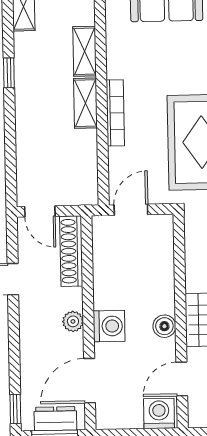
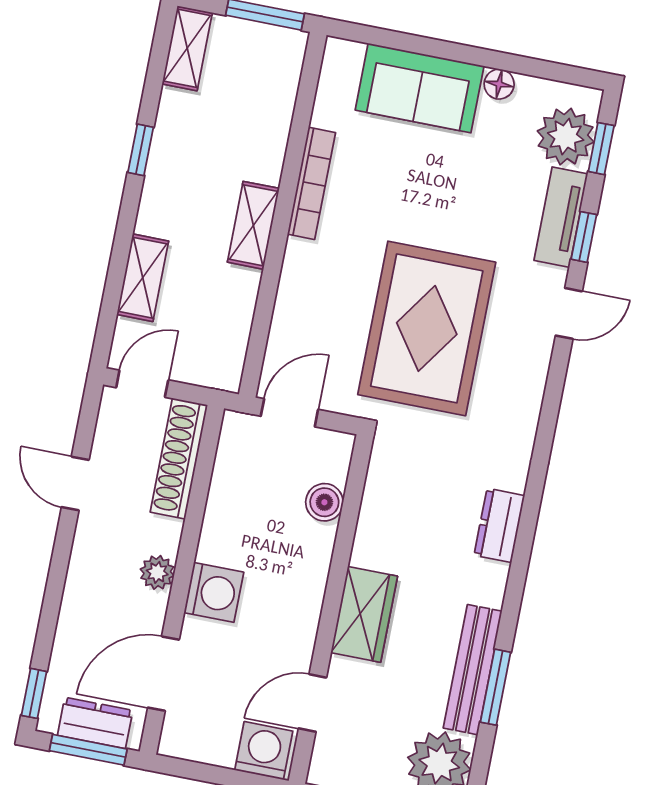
shelving: (85, 51) -> (143, 278), moved
bookcase: (115, 113) -> (311, 183), moved
door: (40, 211) -> (142, 384), swing flipped
boiler: (164, 326) -> (324, 502), moved

